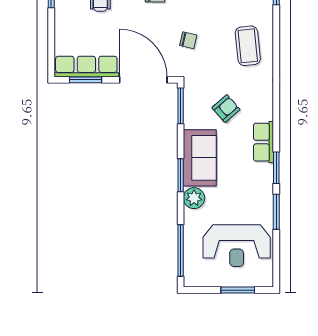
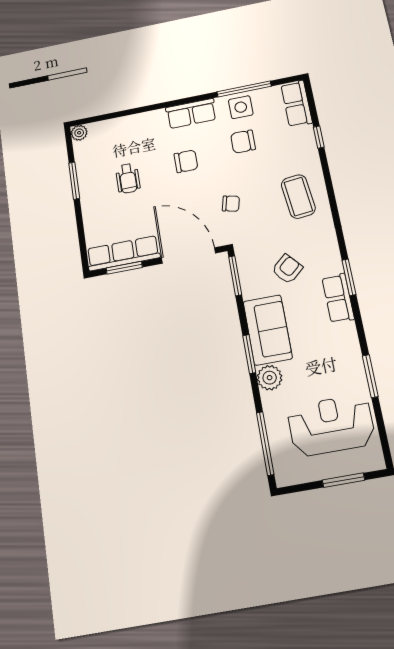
window: (276, 168) -> (349, 277), moved
reception desk: (237, 246) -> (331, 425), turned 180

